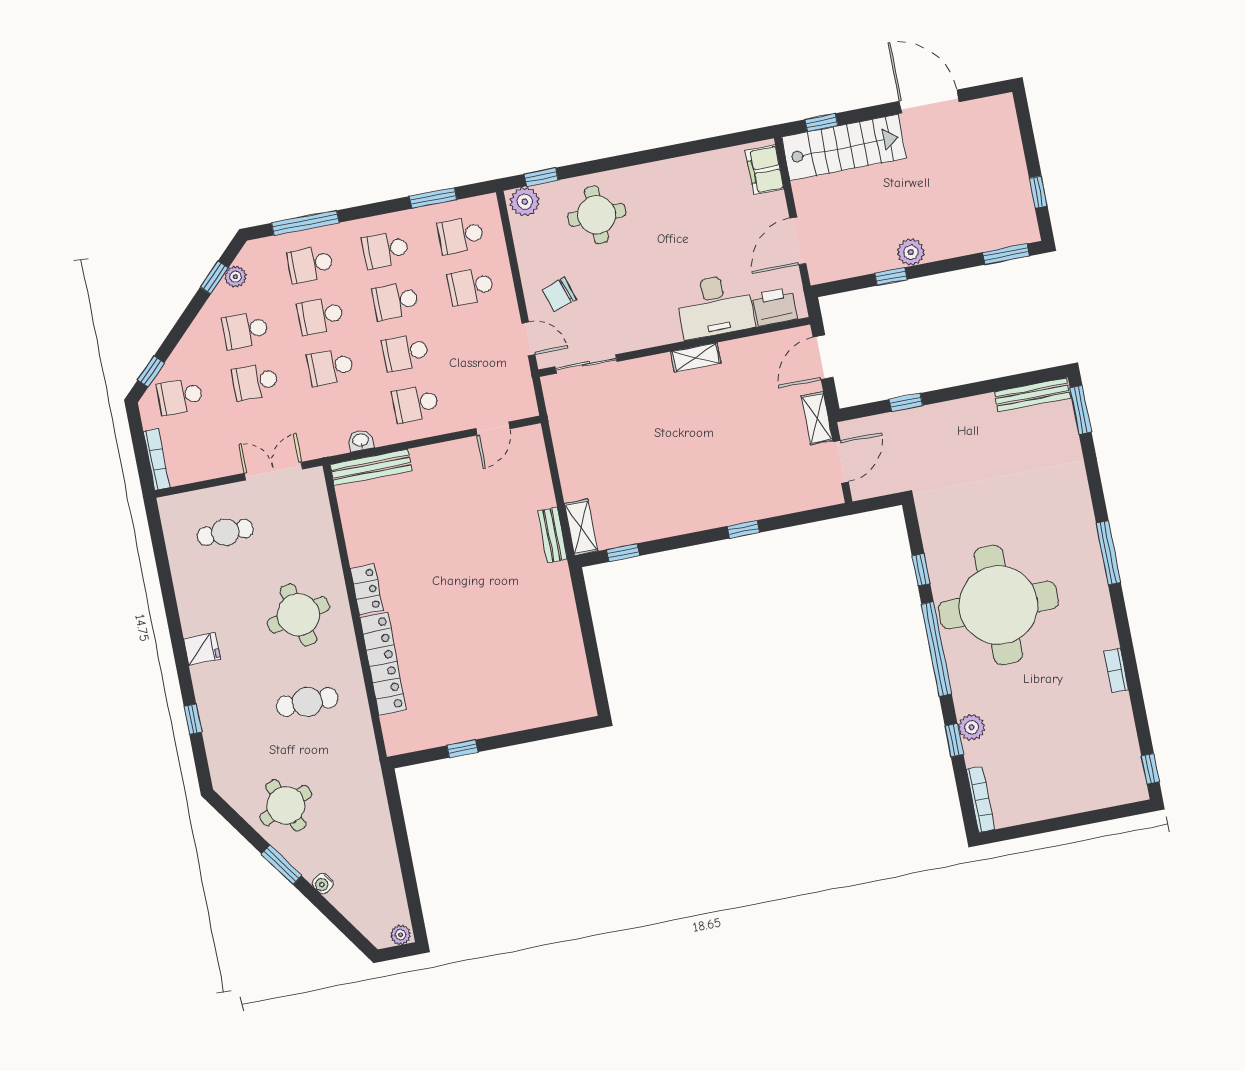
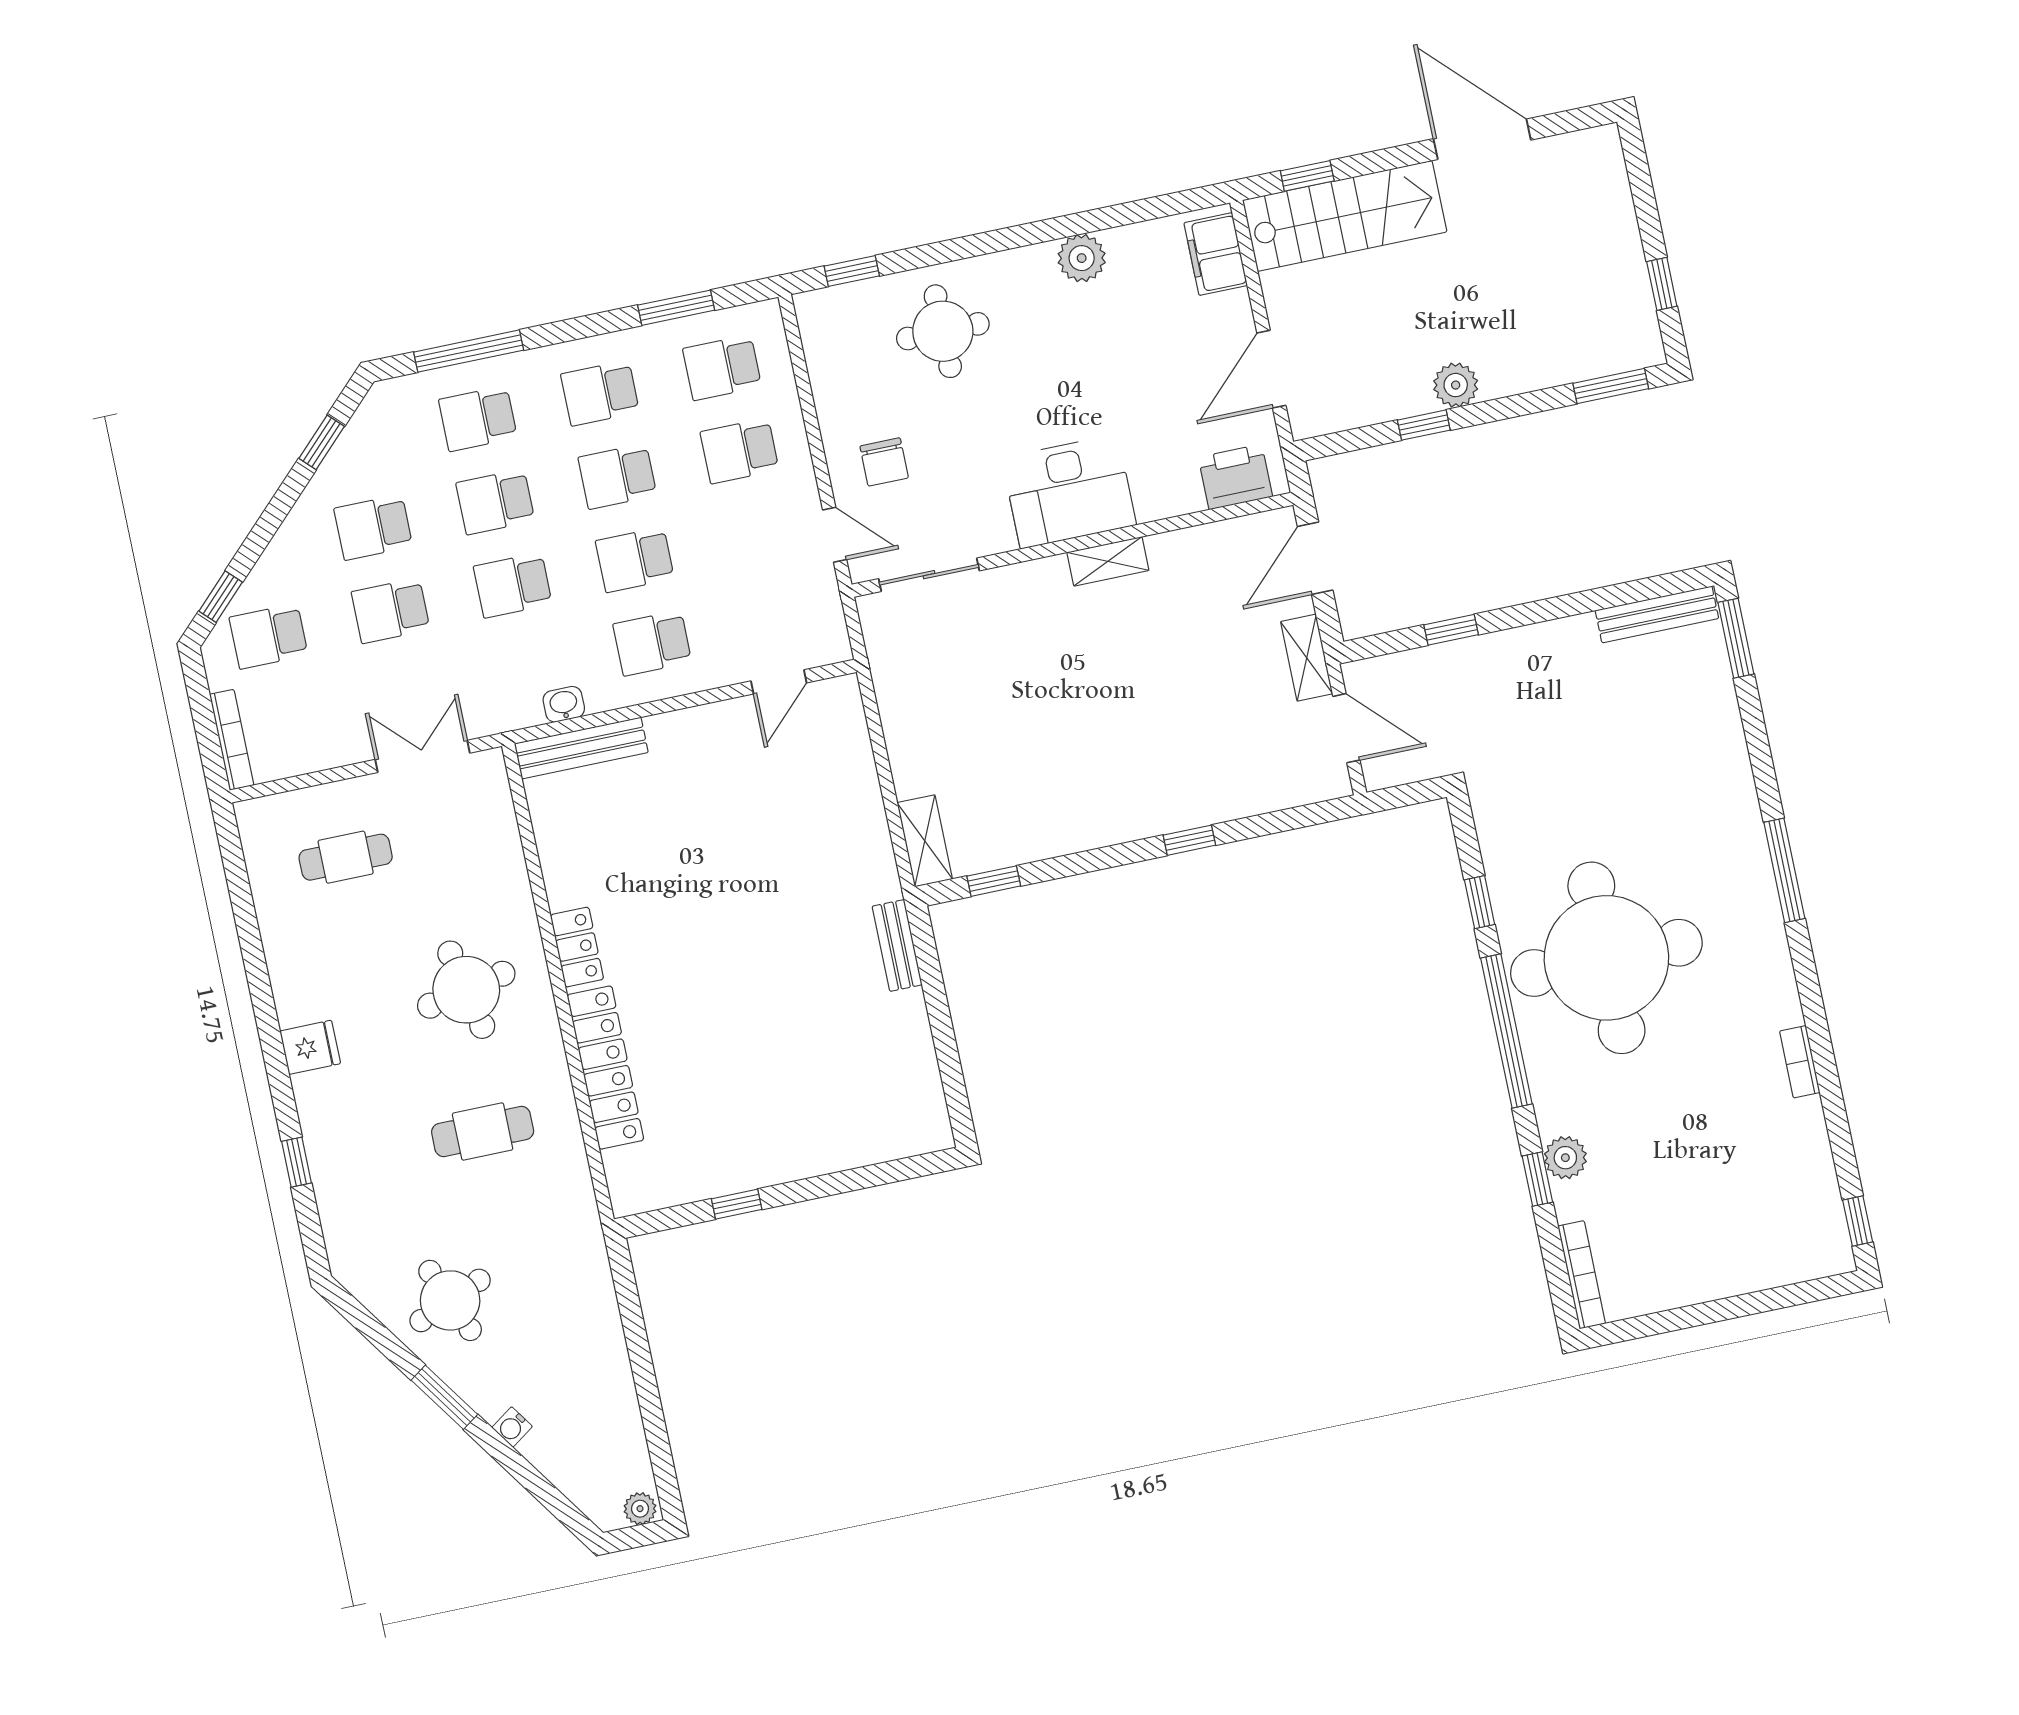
plant: (525, 202) -> (1082, 258), moved
plant: (236, 277) -> (356, 440), removed
chair: (559, 294) -> (884, 462), turned -71
desk: (715, 306) -> (1069, 491), moved
door: (841, 462) -> (1346, 728), hinge flipped
bench: (552, 535) -> (897, 945), moved

